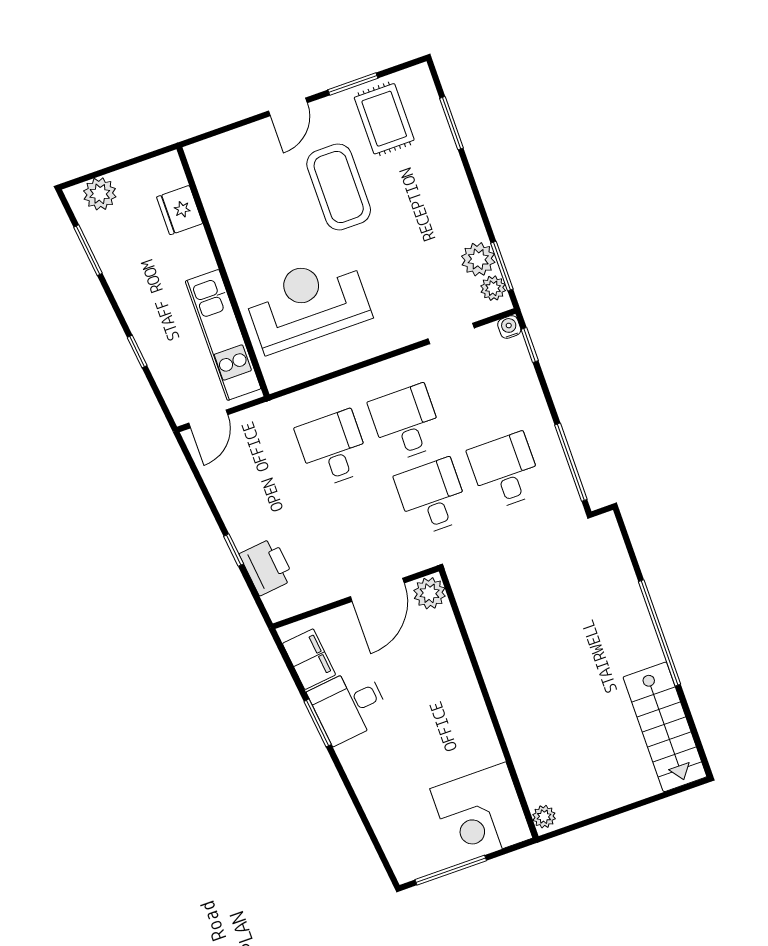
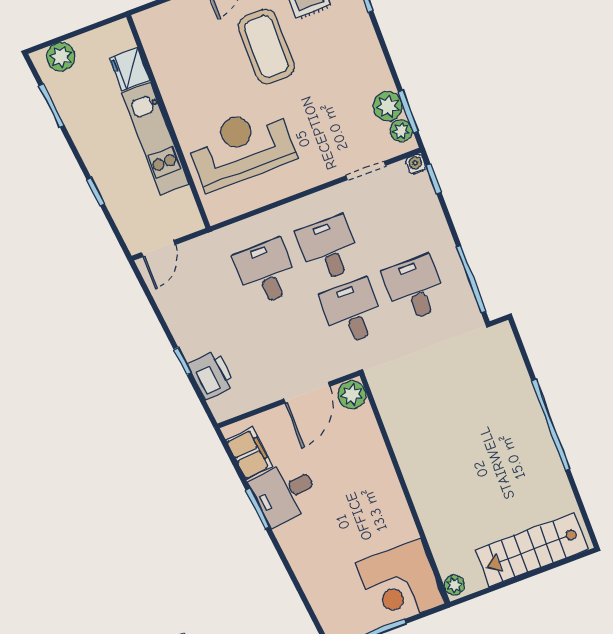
kitchen unit: (223, 335) -> (156, 139), moved
stairs: (665, 727) -> (532, 550), moved, turned 90

